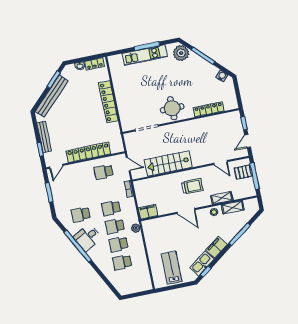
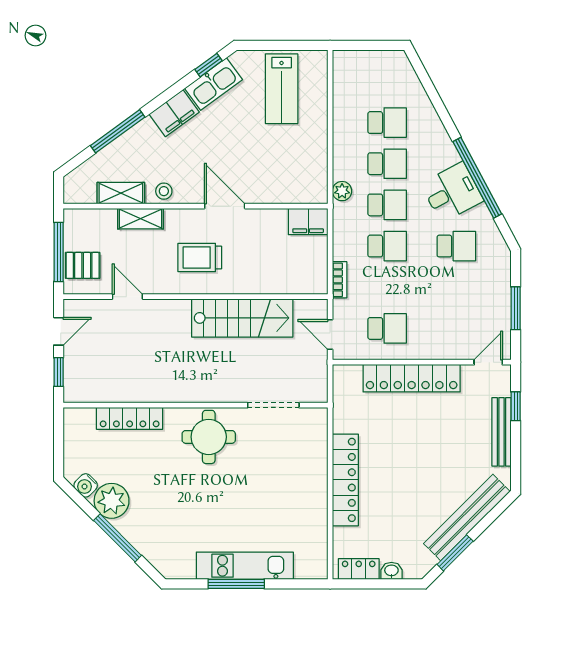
plant: (181, 53) -> (112, 501), moved

